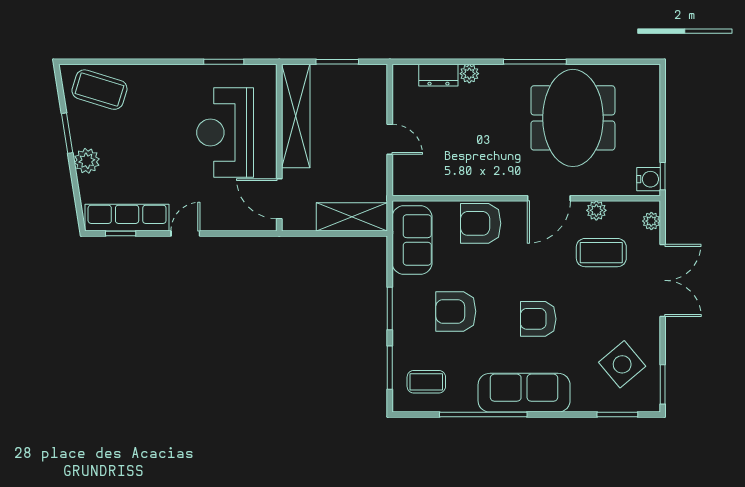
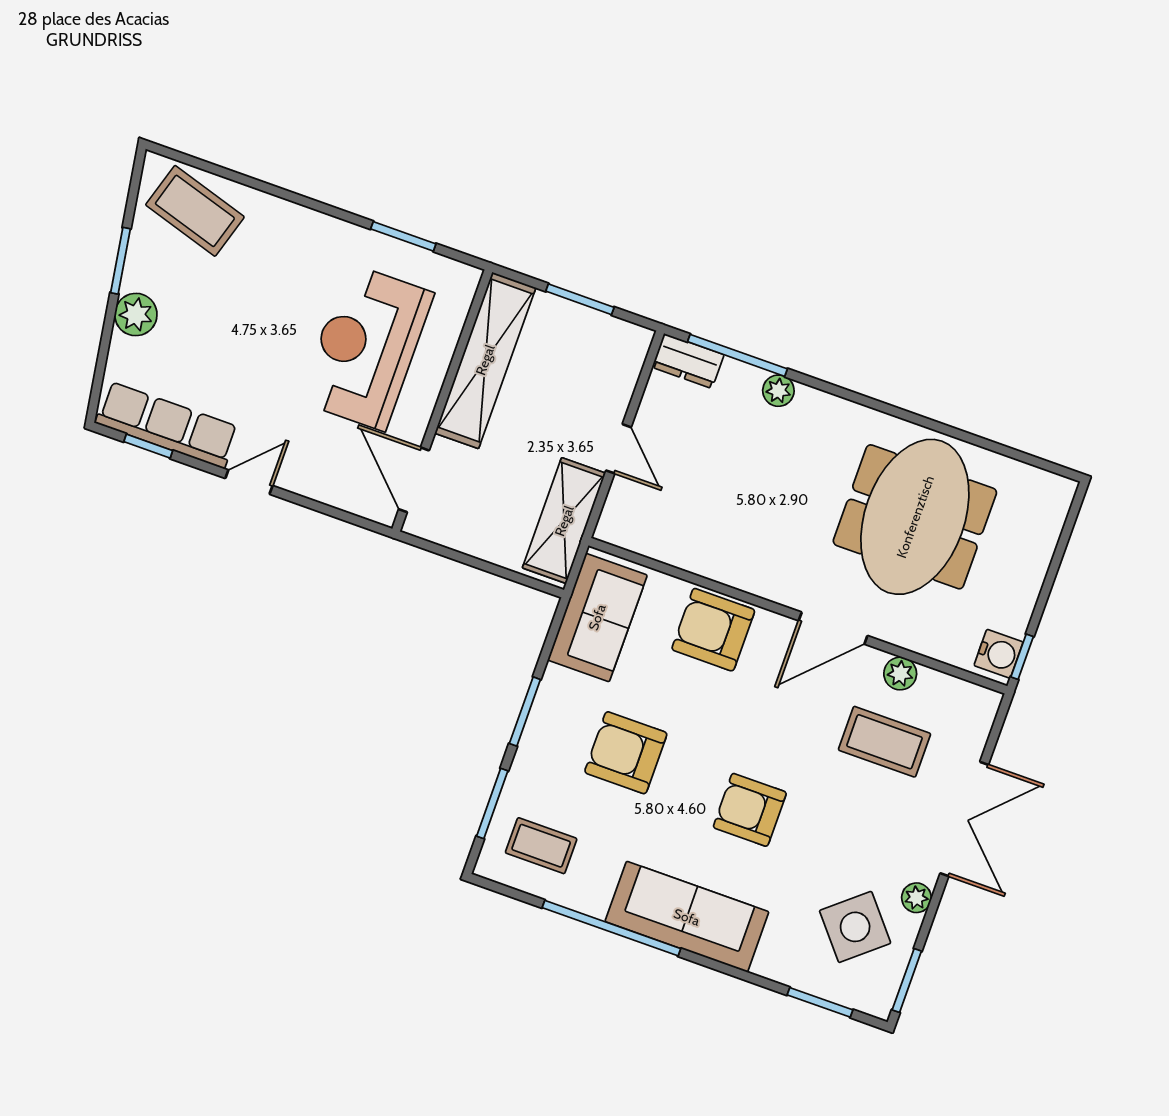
window: (535, 62) -> (737, 355), moved
dresser: (438, 75) -> (688, 361), moved
shelving: (352, 217) -> (564, 521), moved, turned 90
plant: (651, 221) -> (916, 898), moved

